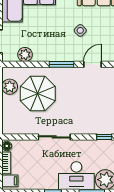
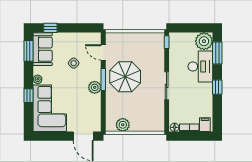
plant: (25, 55) -> (95, 87), moved
parasol: (38, 94) -> (125, 77), moved

